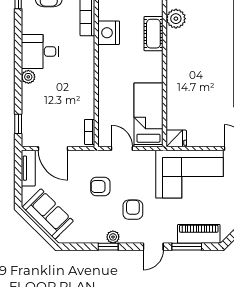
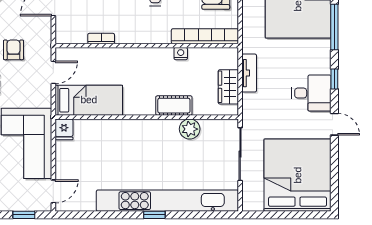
nightstand: (109, 33) -> (181, 54), width x0.53, depth x0.56
bookcase: (90, 132) -> (101, 39), moved

